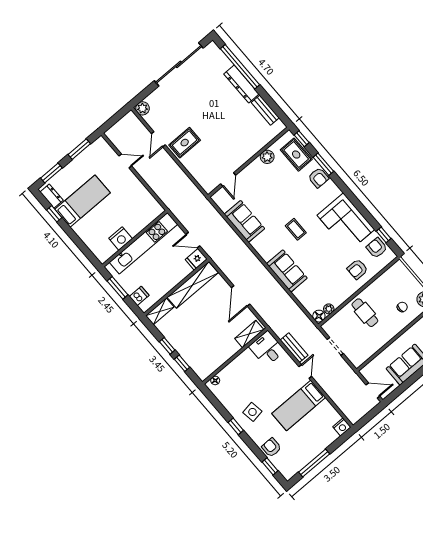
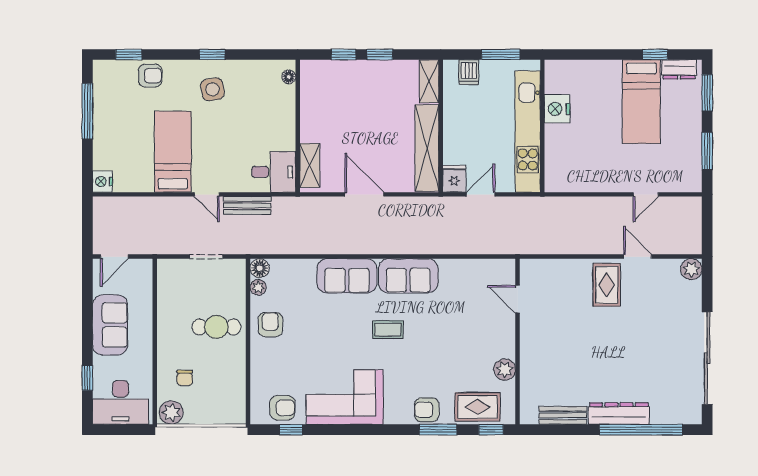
sofa: (244, 221) -> (408, 276), moved
armchair: (357, 269) -> (270, 325), moved

